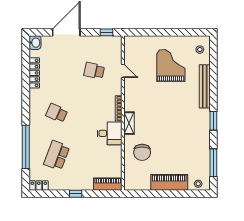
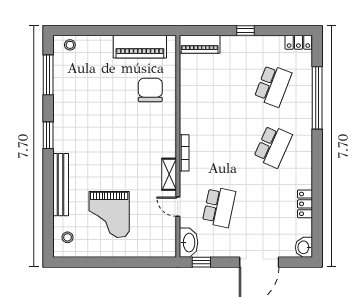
washbasin: (115, 46) -> (189, 243), added
school desk: (94, 71) -> (219, 207), width x1.85
locker: (34, 73) -> (305, 204), width x0.66
school desk: (57, 113) -> (273, 146), width x1.85
shelving: (129, 123) -> (169, 174), moved
desk: (109, 133) -> (197, 117), removed
piano: (169, 182) -> (140, 47), moved

